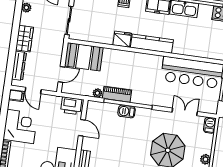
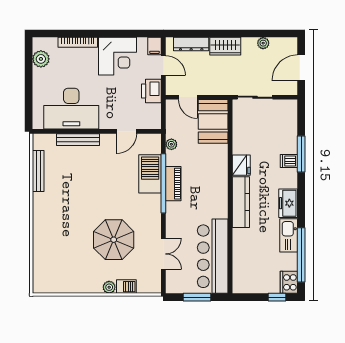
door: (33, 91) -> (163, 66), swing flipped
piano: (117, 94) -> (173, 184), moved
printer: (71, 106) -> (151, 91), moved
barbecue: (127, 111) -> (150, 174), width x1.88, depth x1.53
barbecue: (210, 125) -> (126, 287), moved

